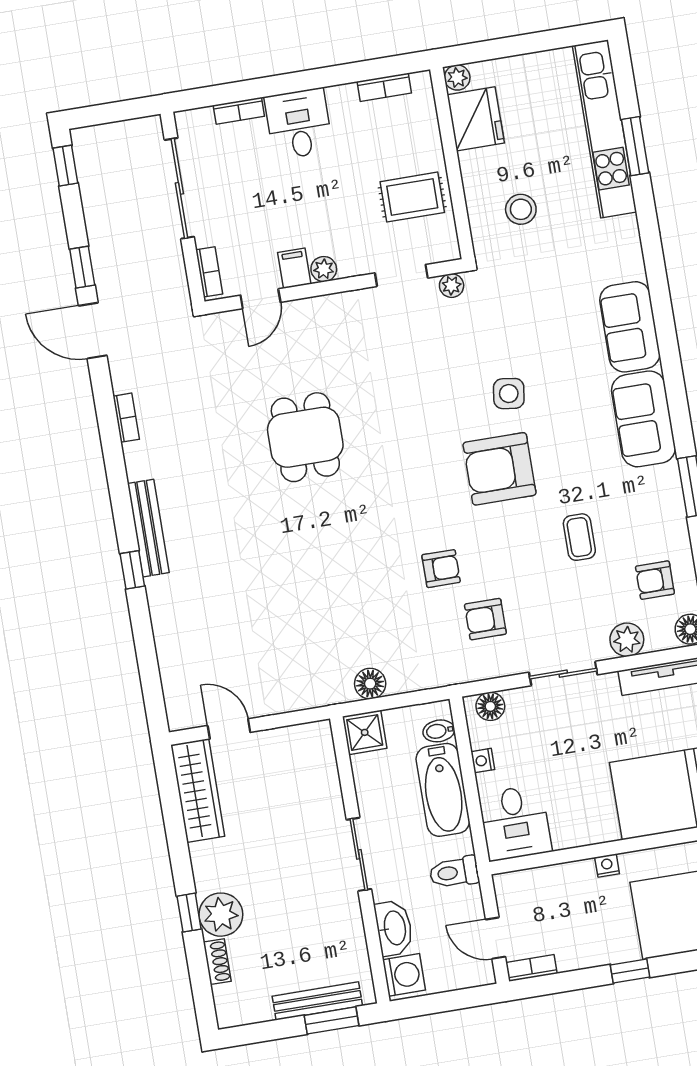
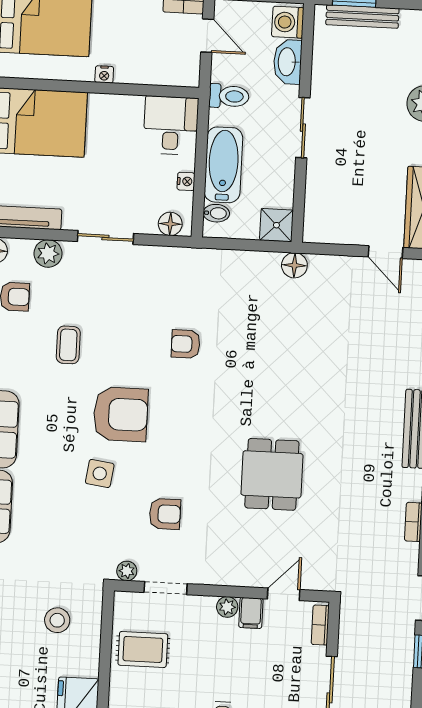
armchair: (485, 619) -> (165, 514), moved
floor lamp: (370, 684) -> (294, 265), moved

